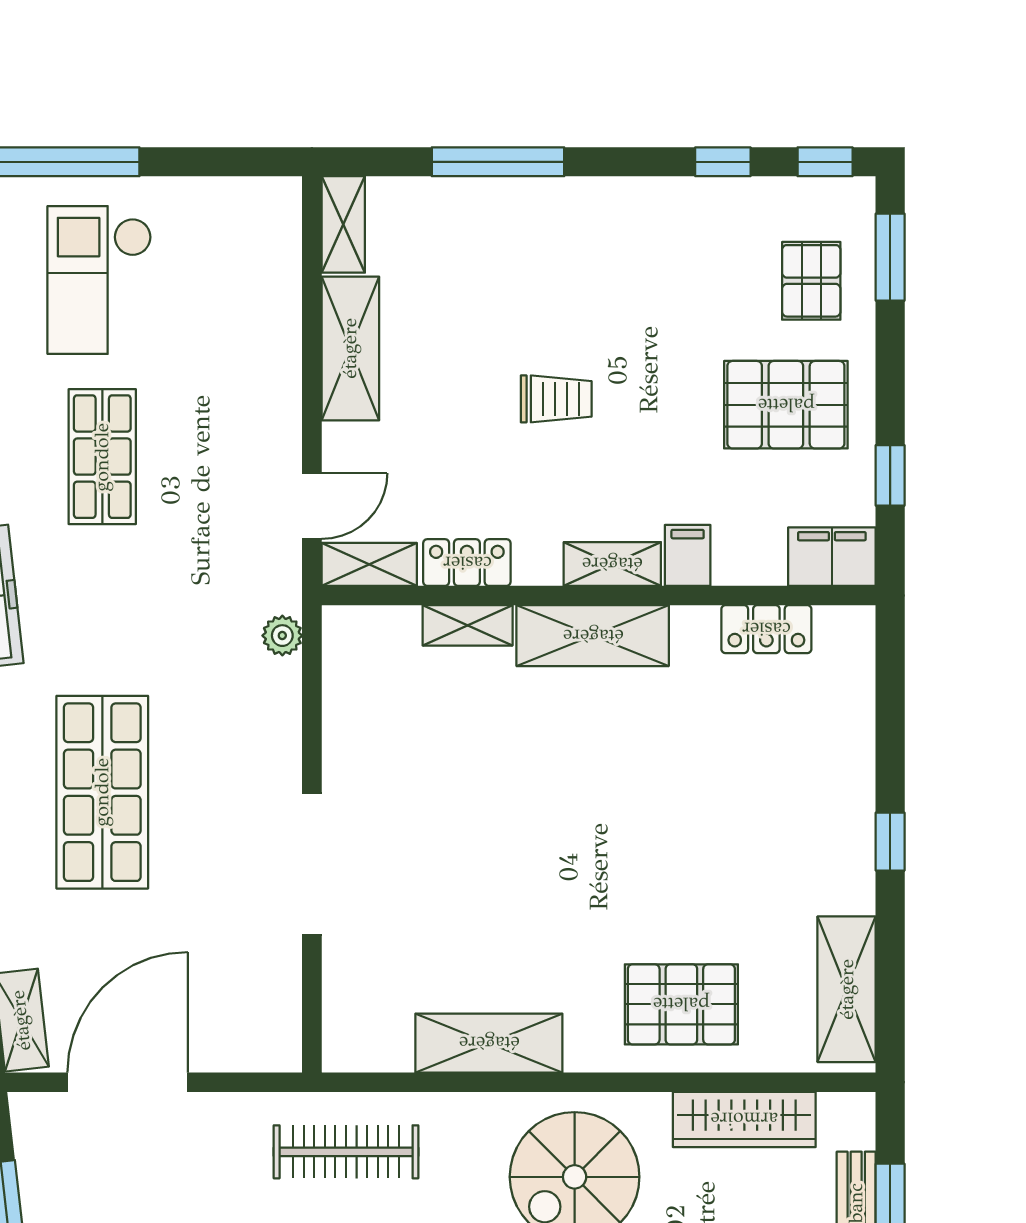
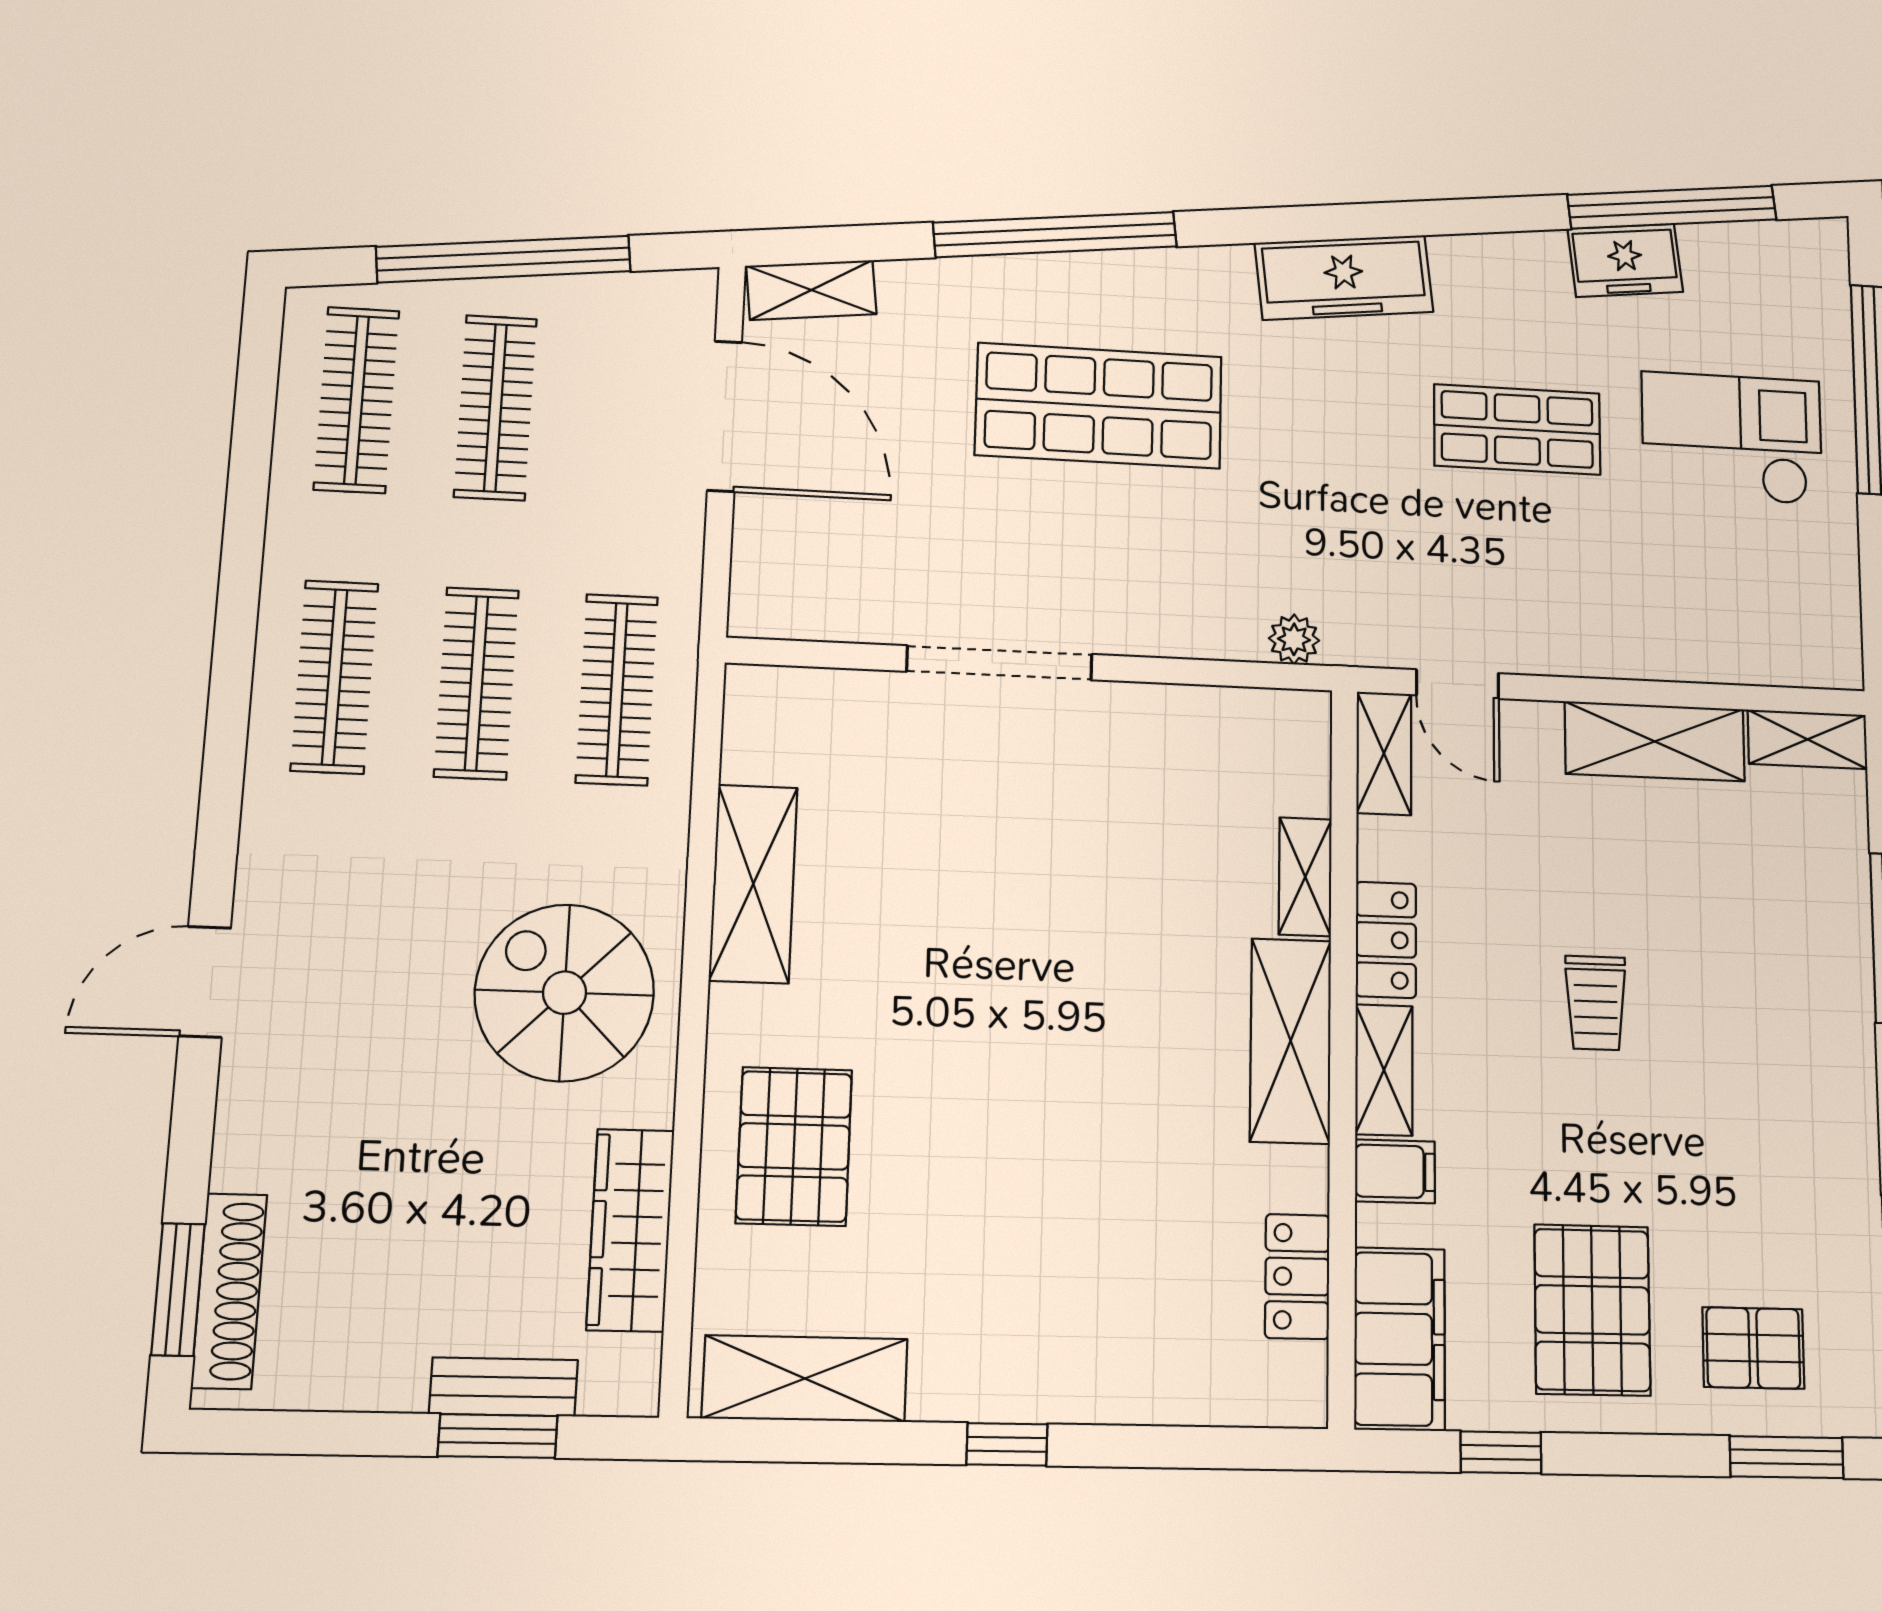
filing cabinet: (832, 557) -> (1400, 1339), width x1.50, depth x1.17
locker: (467, 563) -> (1386, 940), moved

